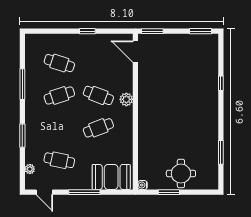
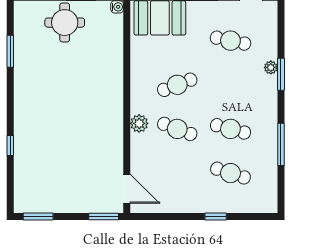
window: (87, 31) -> (216, 216), moved
cafe table: (59, 95) -> (230, 129), turned 33
plant: (30, 169) -> (271, 67), moved

